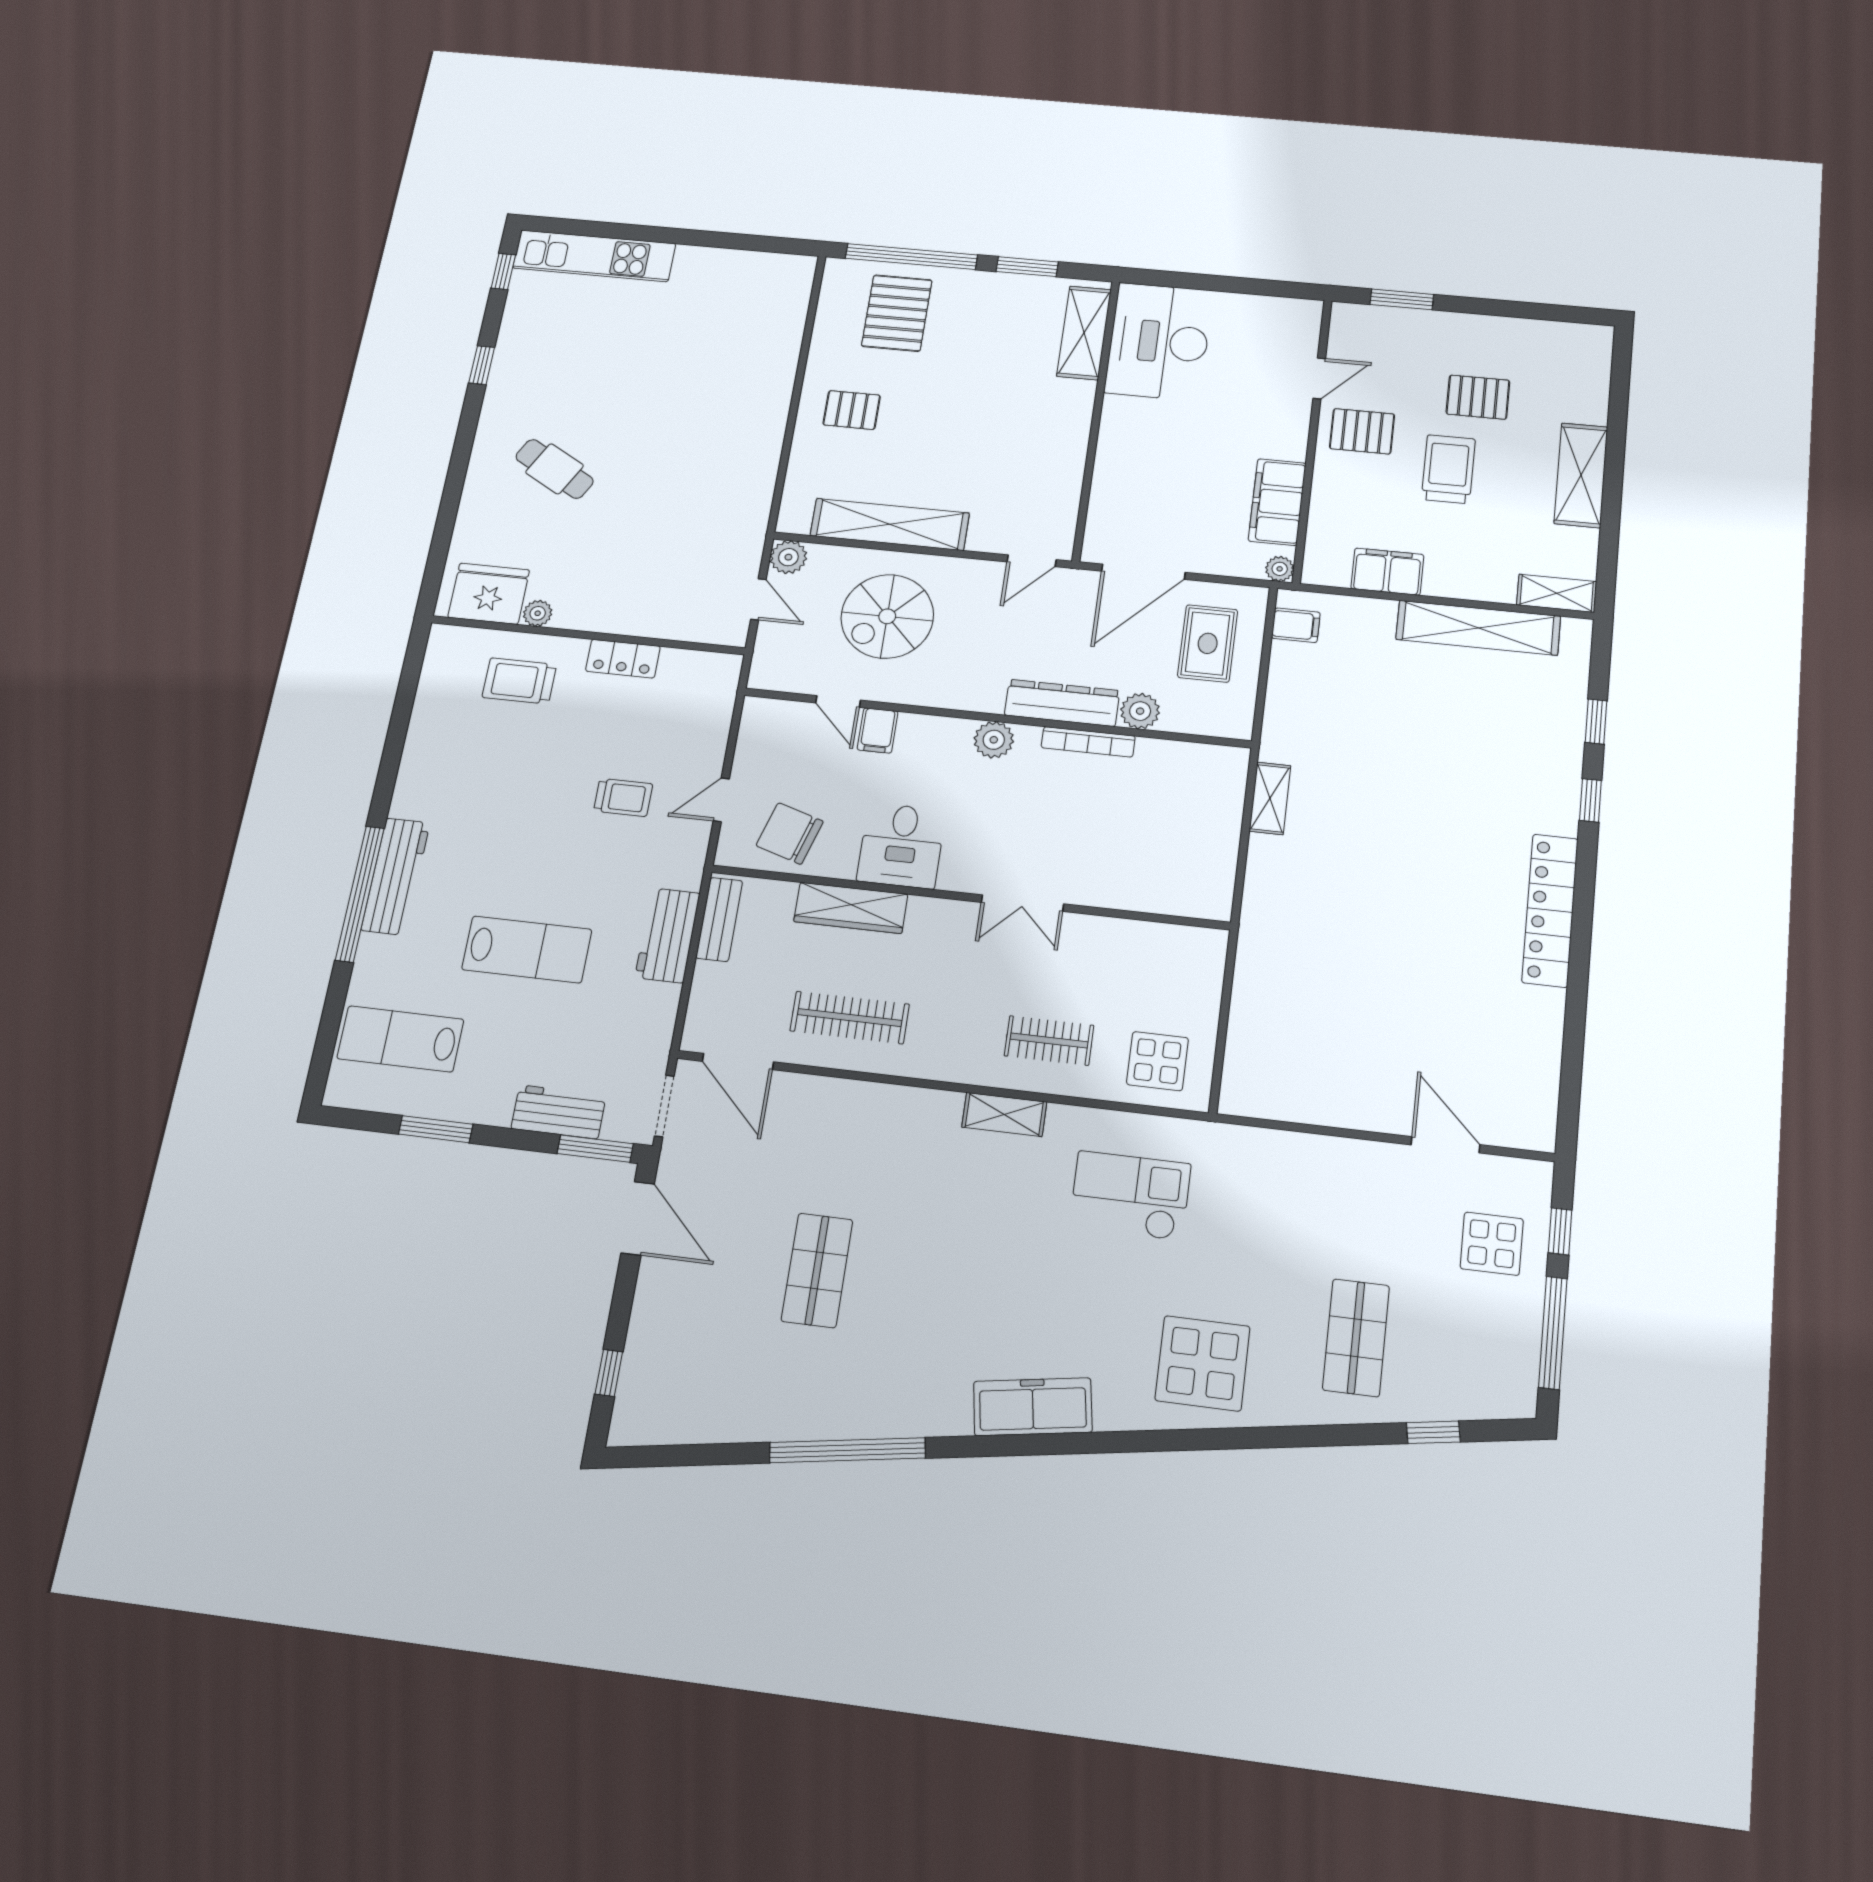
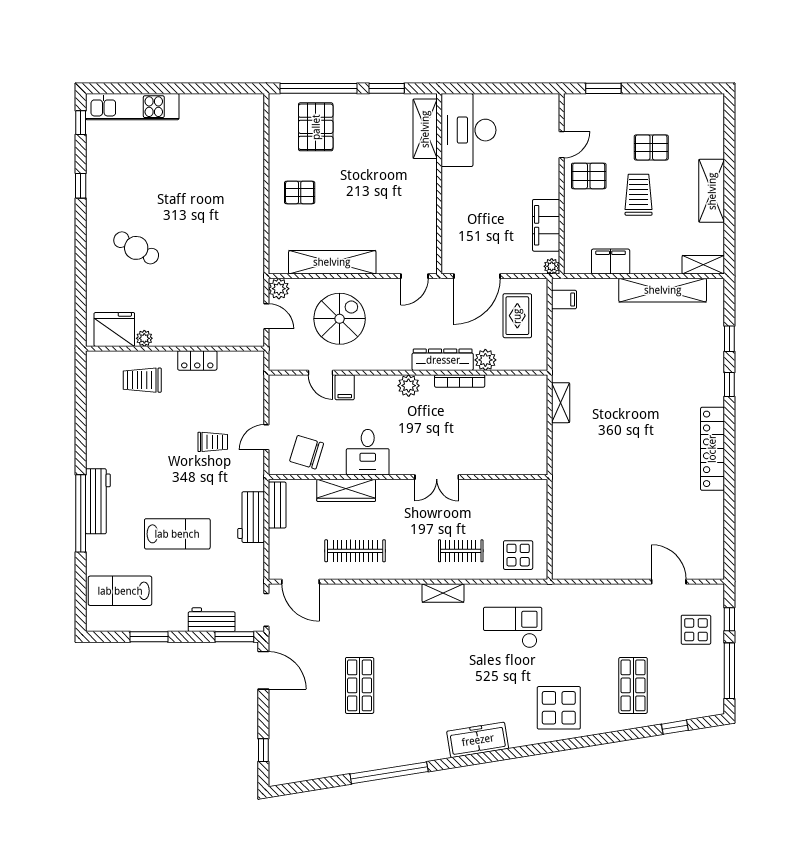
spiral stairs: (887, 616) -> (340, 319), turned 180

